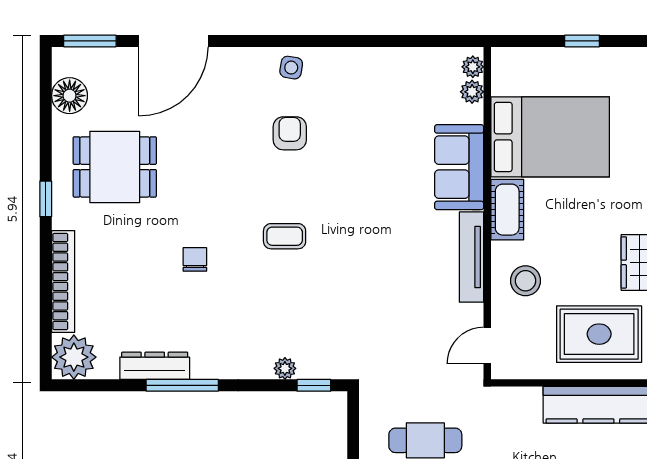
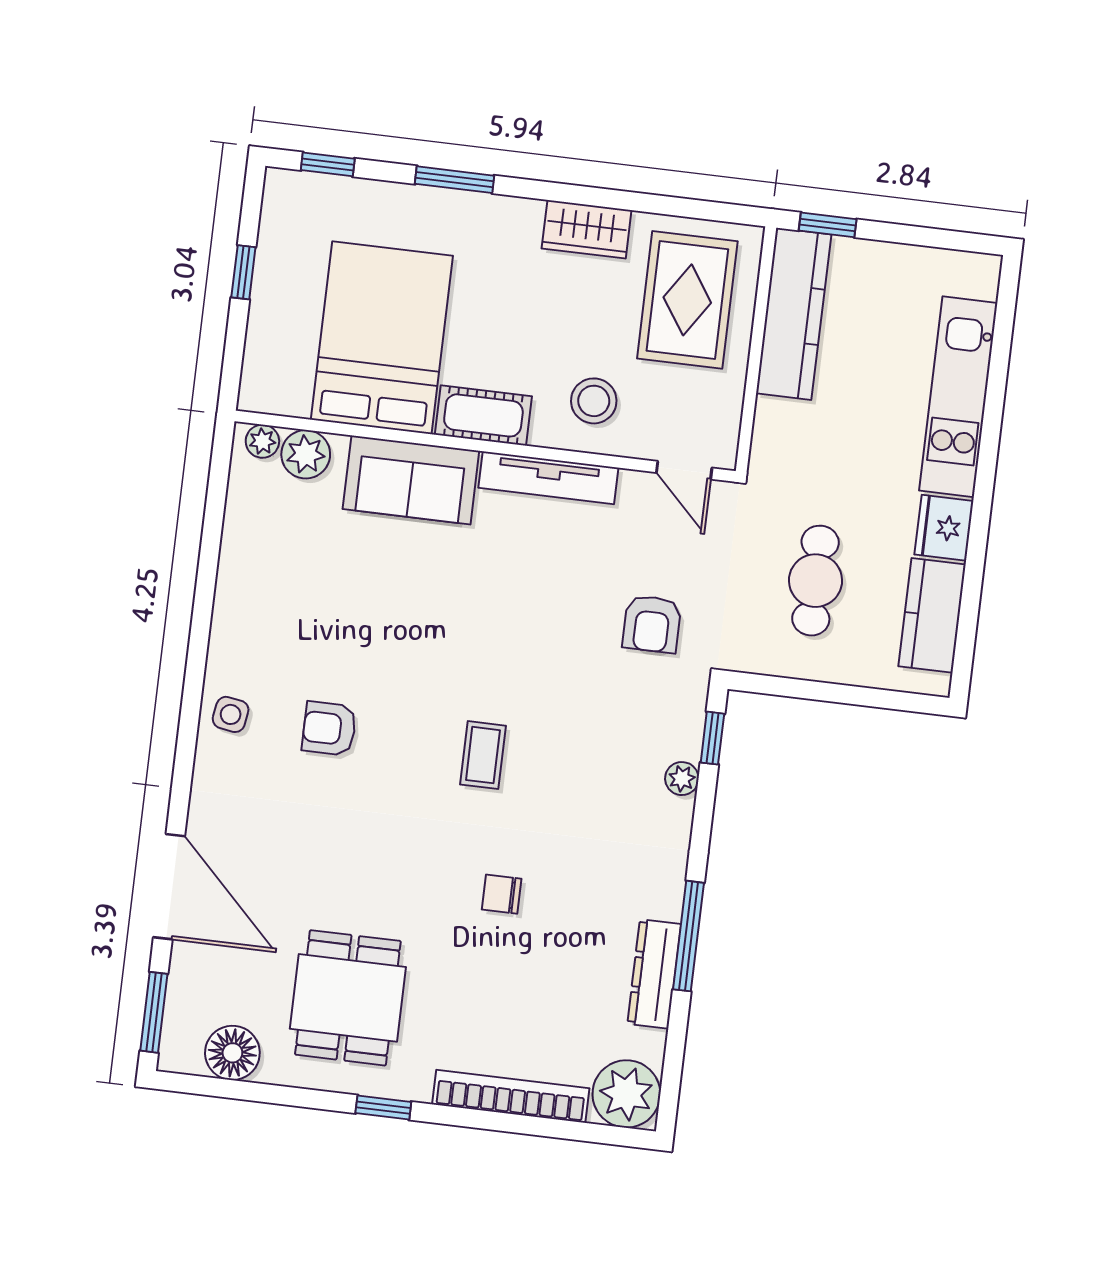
plant: (472, 92) -> (306, 454), width x1.38, depth x1.38
armchair: (384, 336) -> (652, 624), added

